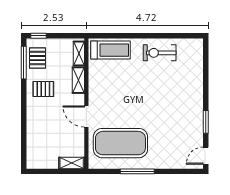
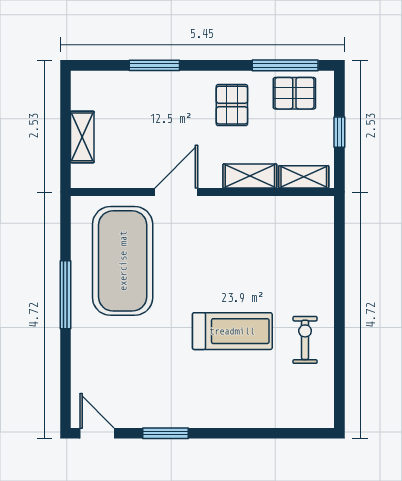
window: (38, 36) -> (339, 132), moved
treadmill: (110, 50) -> (232, 331), moved, turned -90
exercise bike: (160, 53) -> (305, 340), width x0.73, depth x0.72
window: (24, 127) -> (154, 65), added
shelving: (72, 163) -> (82, 137), moved

